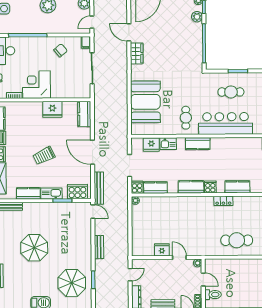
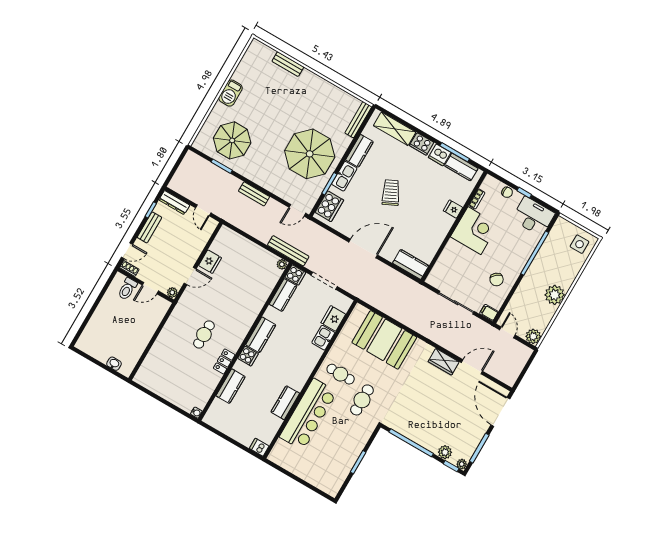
cafe table: (231, 92) -> (362, 400), moved
fridge: (52, 109) -> (453, 209), moved, width x0.53, depth x0.75
kitchen counter: (198, 144) -> (285, 403), moved
bench: (99, 188) -> (288, 251), moved
cafe table: (237, 240) -> (204, 334), moved, width x0.73, depth x0.74
parasol: (34, 248) -> (310, 154), moved, width x1.36, depth x1.36

